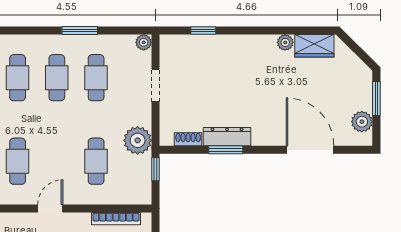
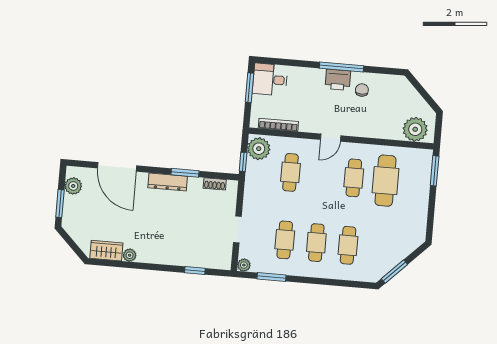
window: (80, 31) -> (271, 277), moved
dresser: (227, 137) -> (168, 182), moved
plant: (138, 140) -> (259, 149), moved

